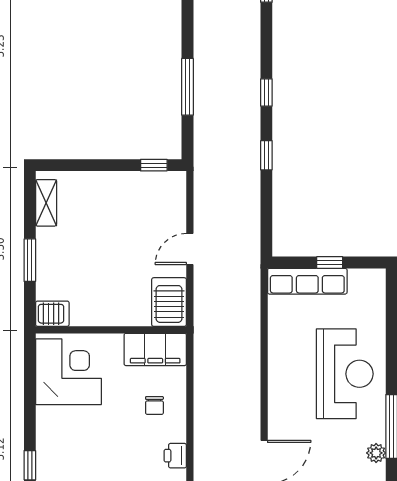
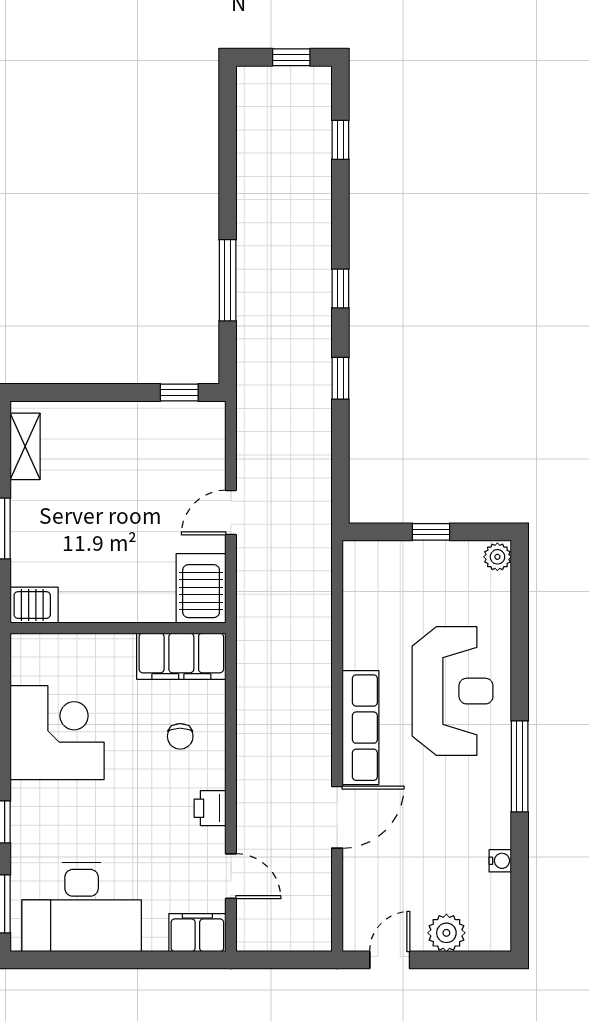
row of seats: (307, 281) -> (360, 728), moved, turned -90
corner desk: (68, 372) -> (57, 733), moved
plant: (376, 453) -> (497, 557), moved

